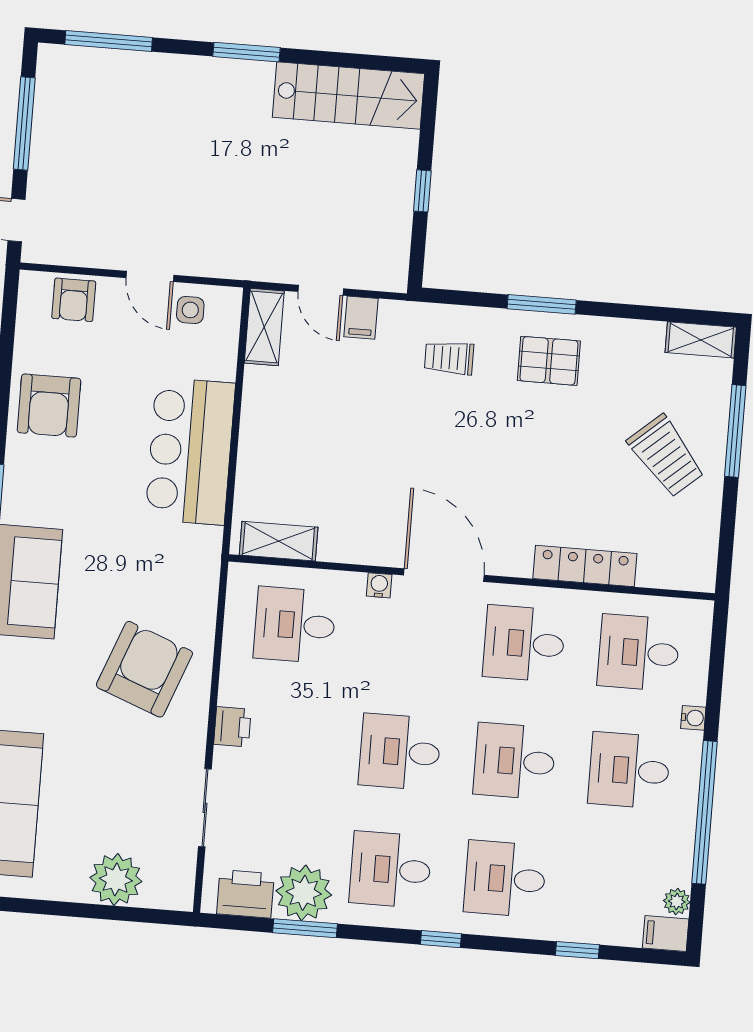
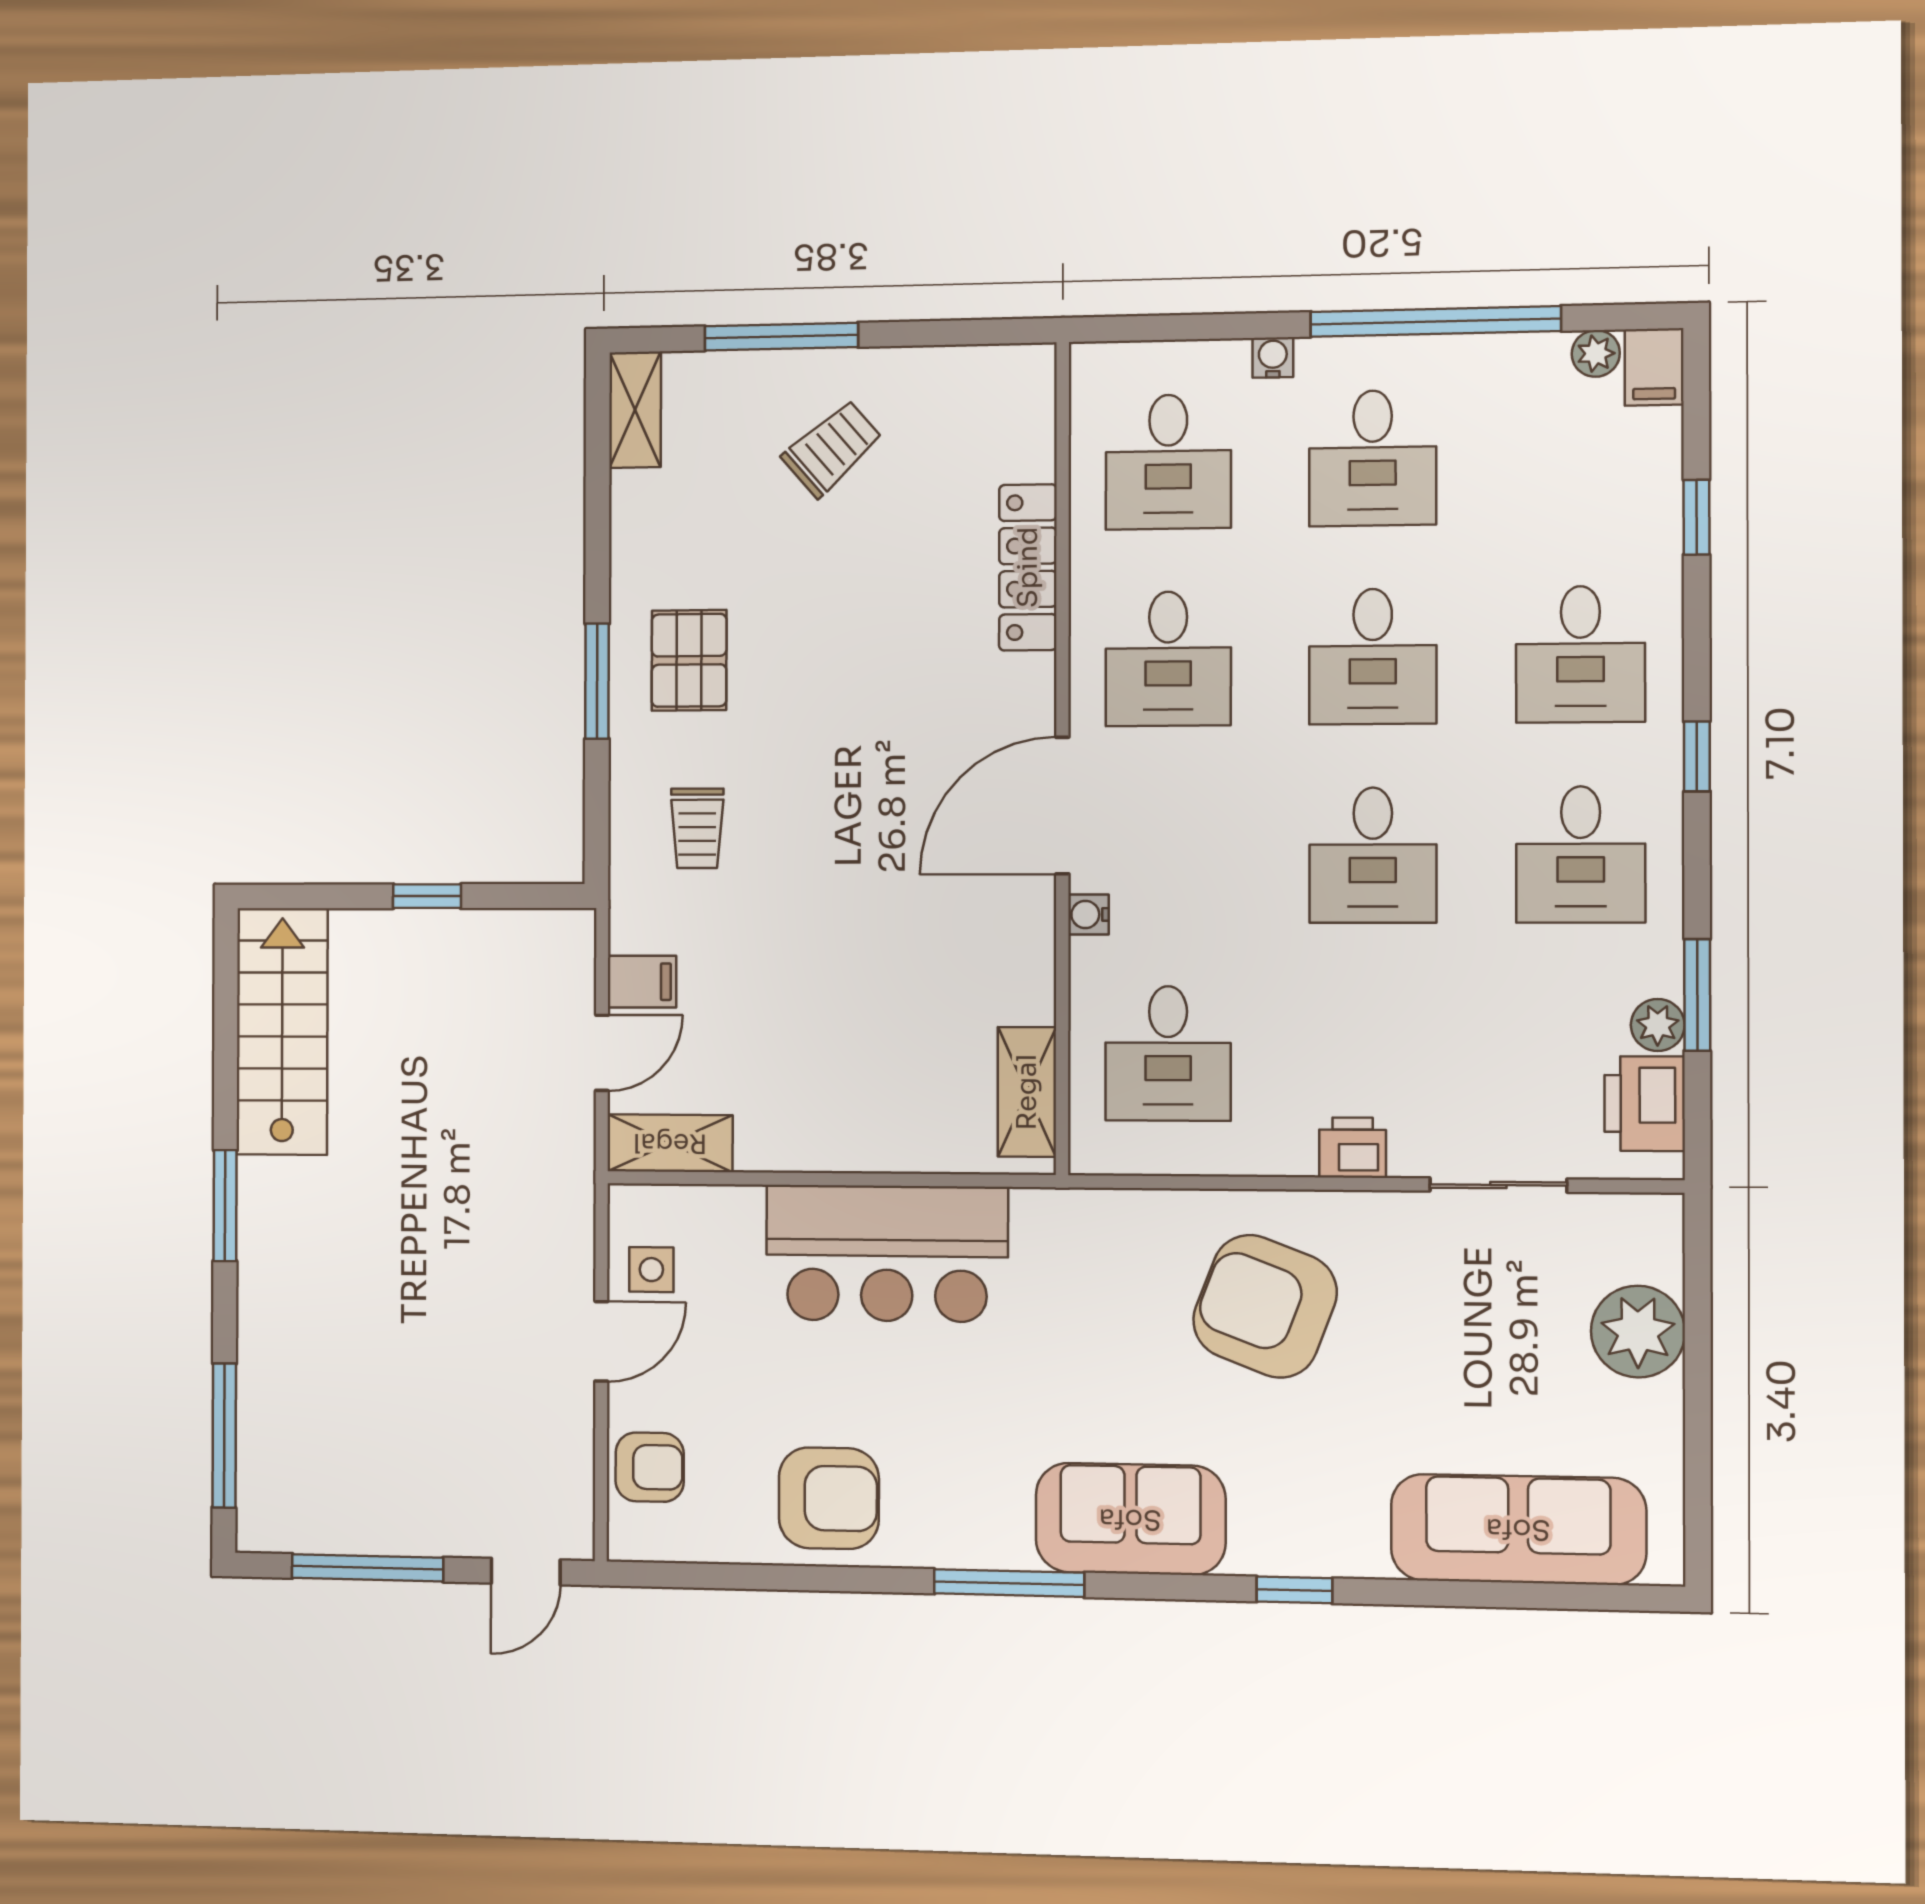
trolley: (666, 456) -> (832, 448), width x0.73, depth x0.72
plant: (304, 893) -> (1658, 1025), width x0.53, depth x0.53

